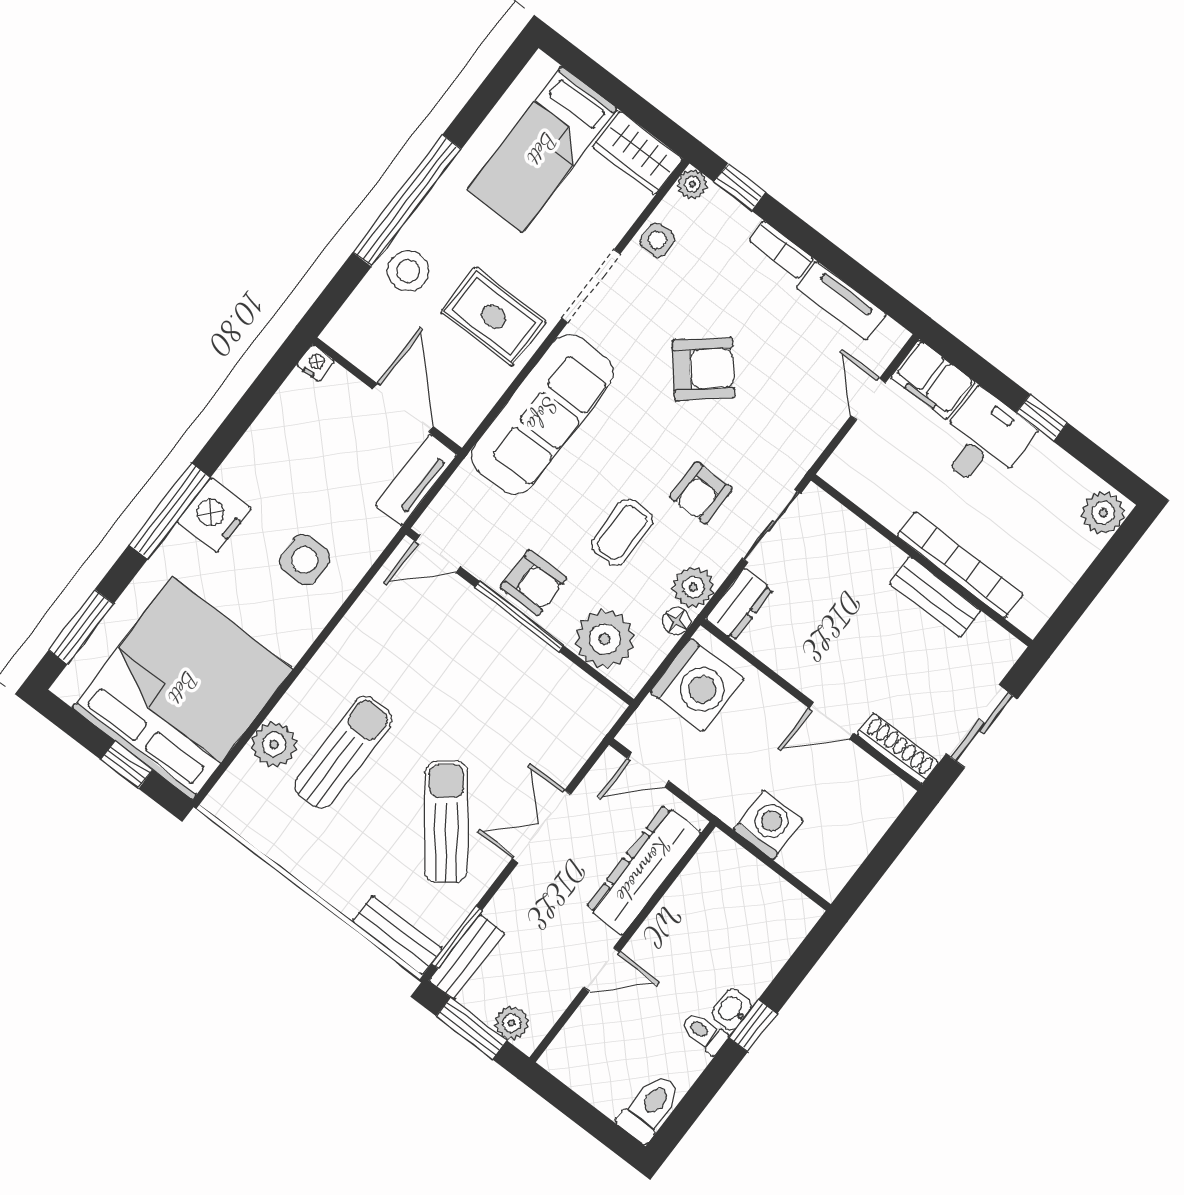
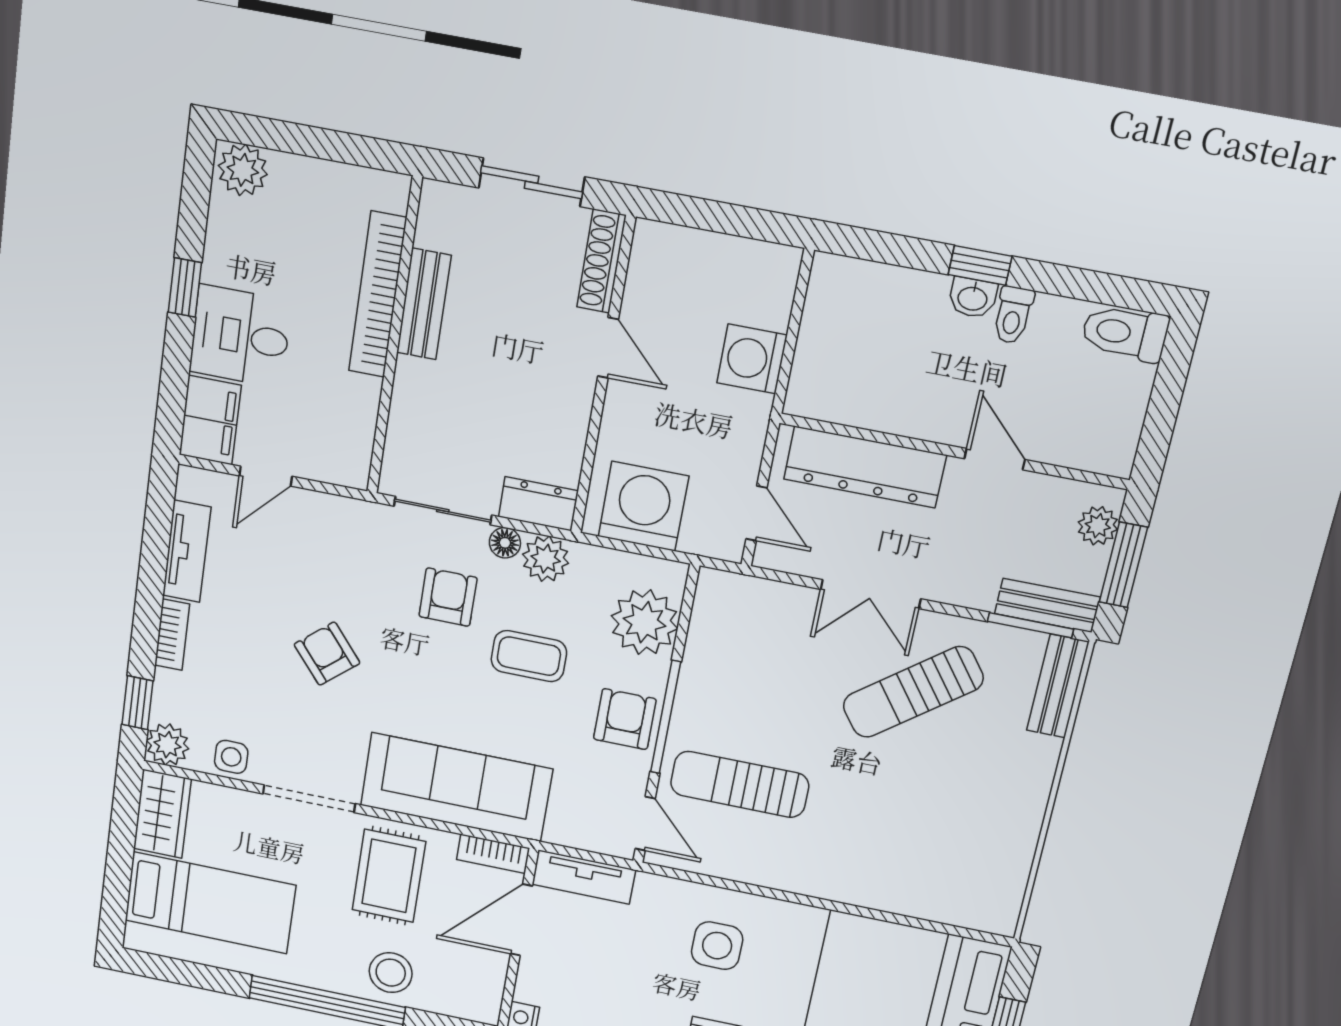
plant: (692, 184) -> (167, 745), width x1.38, depth x1.38
armchair: (704, 369) -> (327, 654), width x0.72, depth x0.72
bookcase: (471, 415) -> (493, 854), added
armchair: (701, 493) -> (448, 597), turned -90
floor lamp: (676, 621) -> (505, 543), moved
plant: (274, 744) -> (917, 894), removed
sun lounger: (343, 752) -> (740, 784), moved

